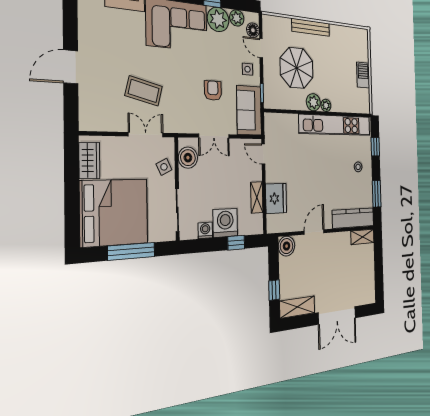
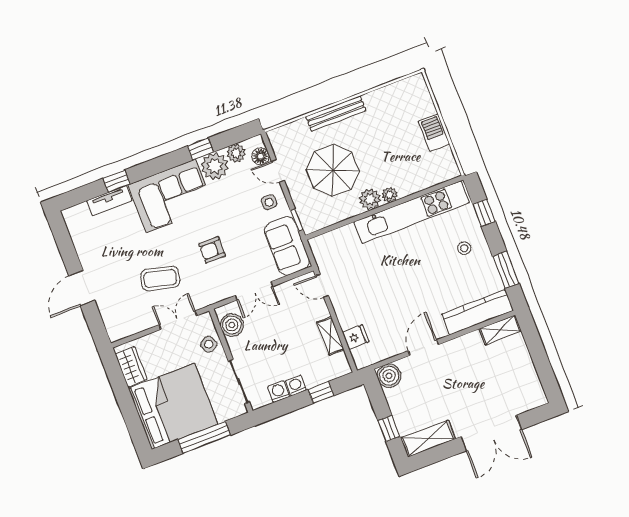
armchair: (213, 91) -> (212, 250), moved, turned -90
fridge: (276, 198) -> (356, 337), width x0.53, depth x0.75
washing machine: (225, 223) -> (296, 385), width x0.53, depth x0.53

